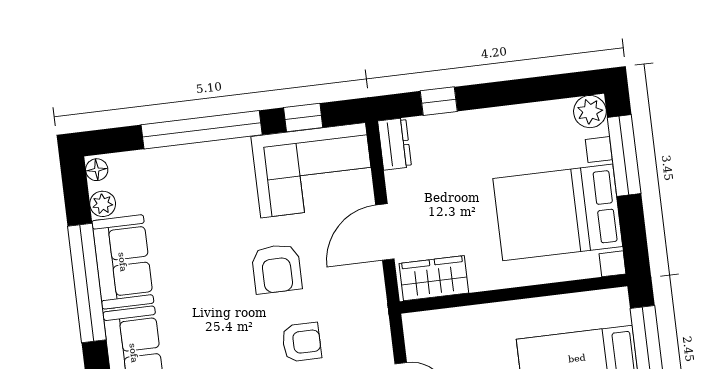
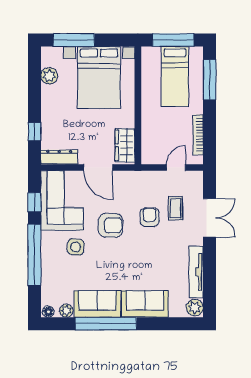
plant: (590, 112) -> (49, 76), moved
dresser: (395, 144) -> (59, 157), width x1.44
side table: (227, 207) -> (76, 247), added

